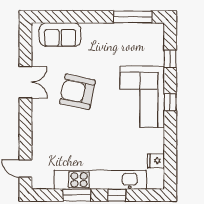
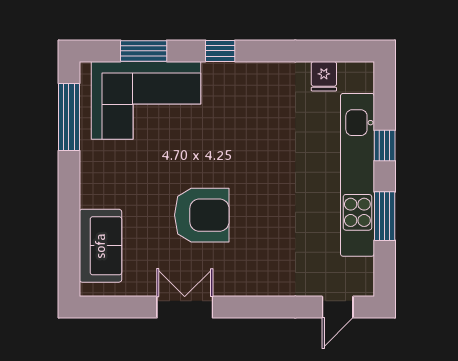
window: (170, 59) -> (144, 51), width x1.50
armchair: (77, 92) -> (202, 215), turned -102
corner sofa: (142, 97) -> (146, 100), moved

